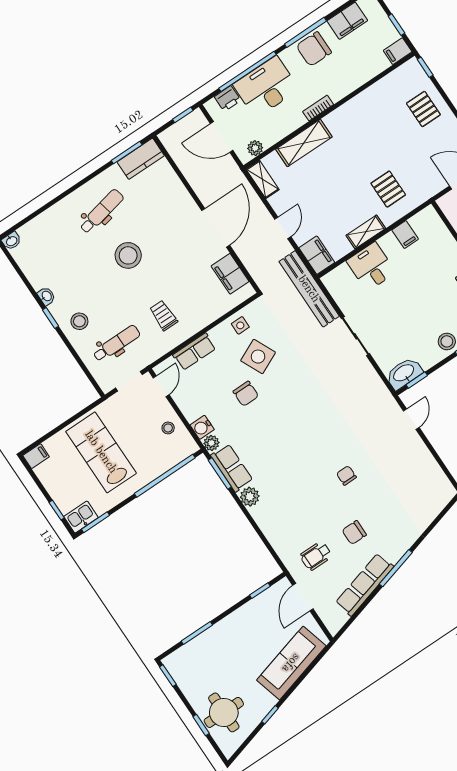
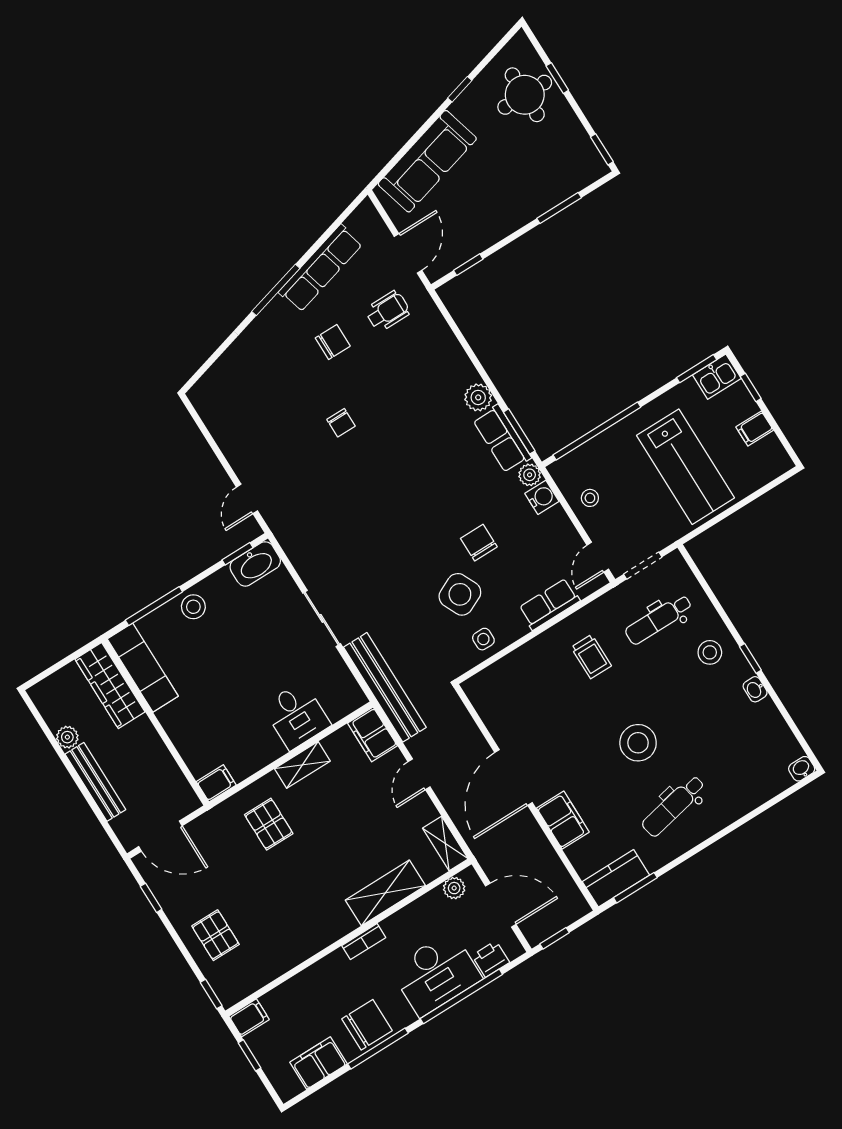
filing cabinet: (405, 235) -> (216, 783), moved, turned 90
filing cabinet: (230, 274) -> (563, 820), moved
filing cabinet: (36, 456) -> (755, 429), moved

